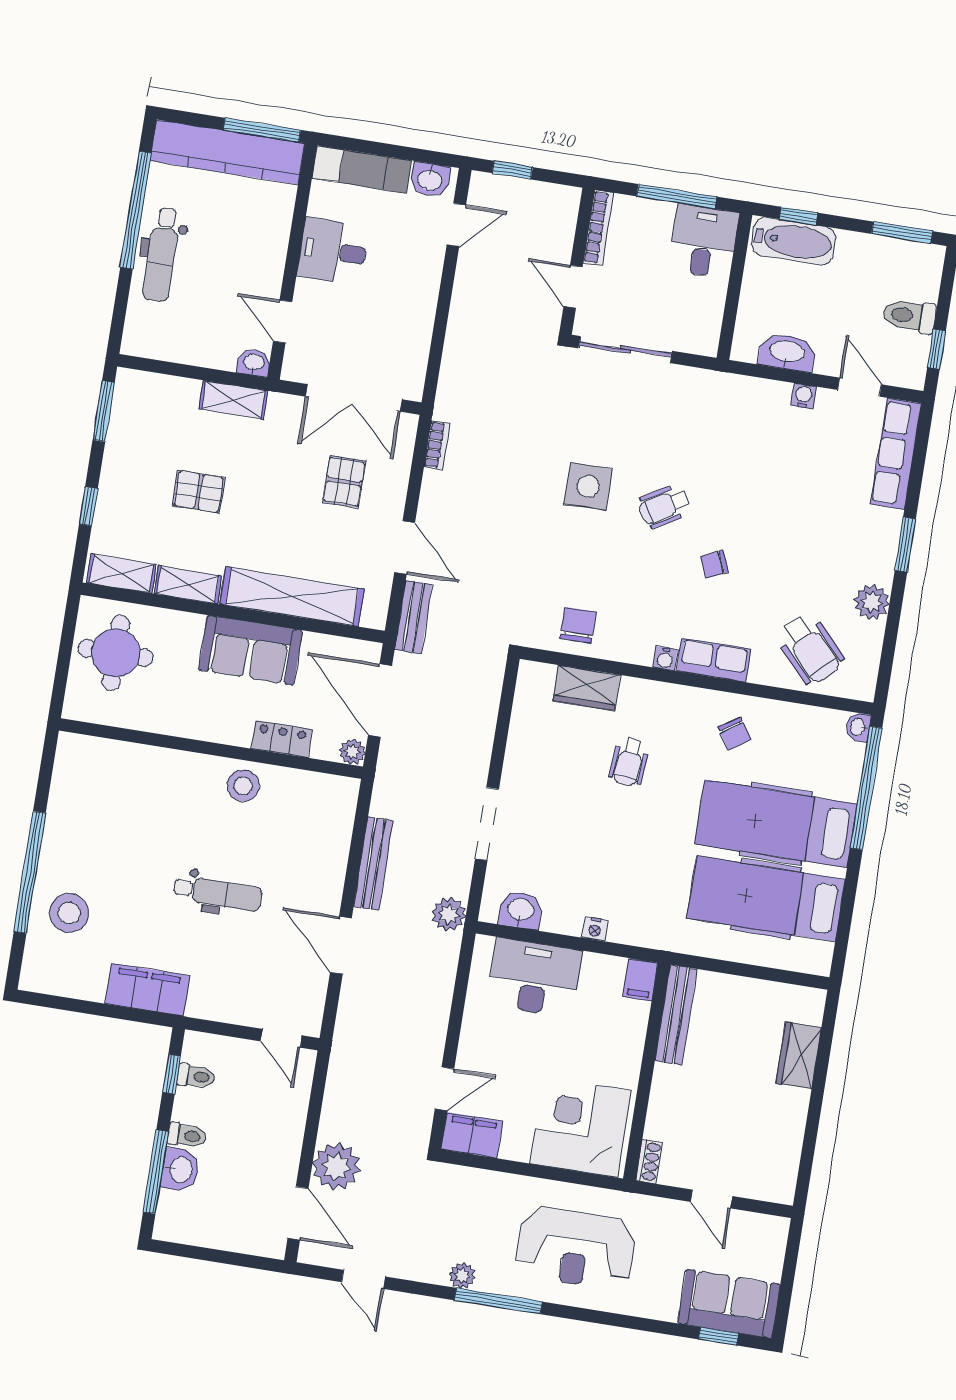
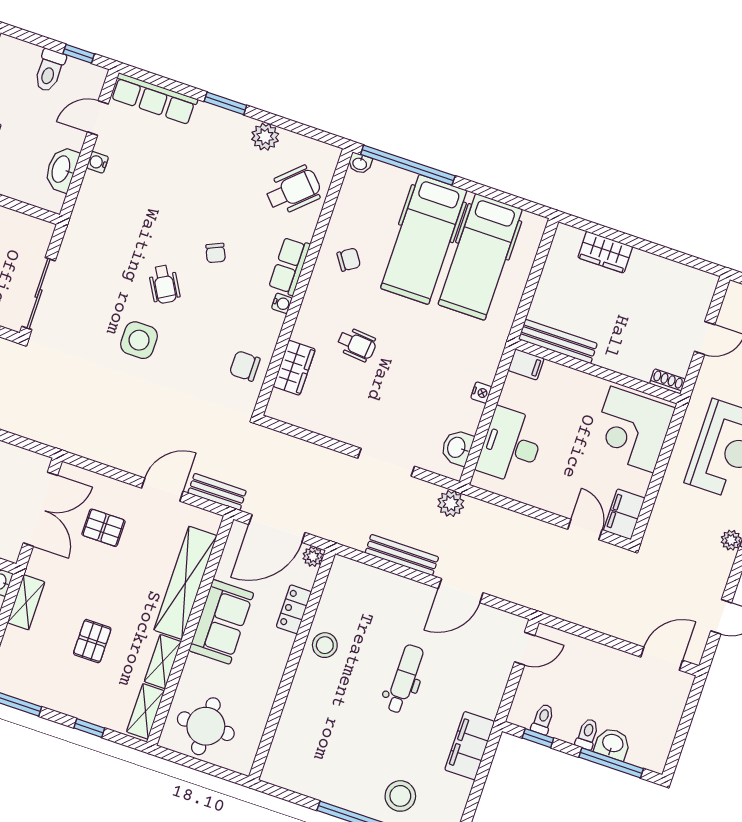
bookcase: (437, 445) -> (88, 451), removed
plant: (336, 1167) -> (631, 623), removed

